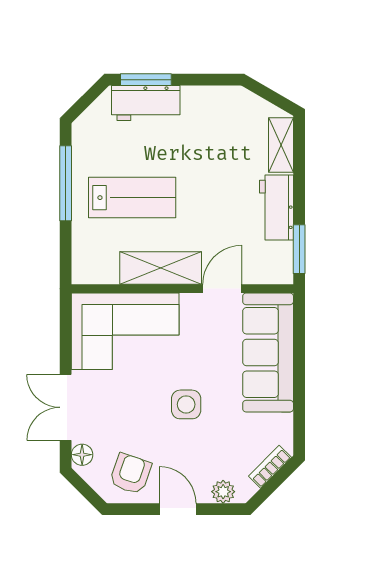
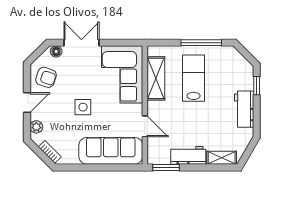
window: (146, 80) -> (257, 86), width x0.67
workbench: (146, 103) -> (244, 109), moved
lab bench: (132, 198) -> (194, 78), turned 180
shelving: (161, 268) -> (156, 78), moved

